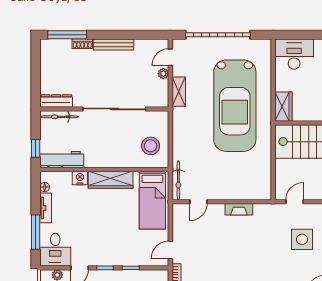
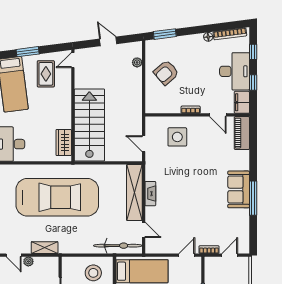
wardrobe: (283, 107) -> (64, 142), moved, turned -90
bicycle: (178, 180) -> (118, 246), width x1.37, depth x1.40
shelving: (240, 192) -> (134, 193), added
door: (170, 250) -> (187, 255), swing flipped

